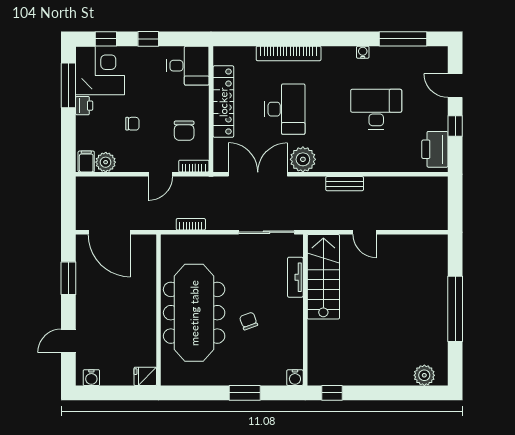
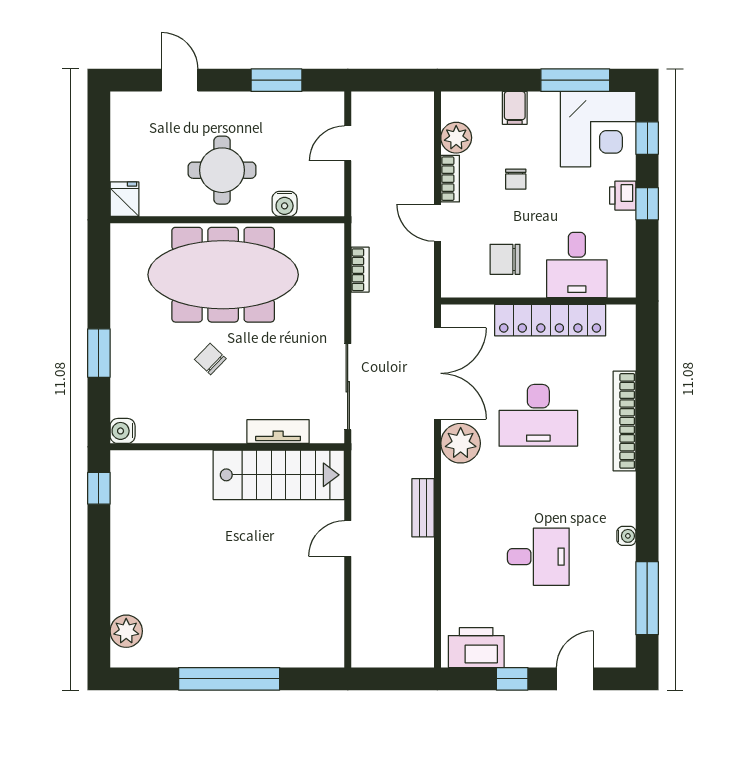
desk: (188, 66) -> (577, 265), moved
printer: (84, 106) -> (623, 196), moved, turned 90
desk: (376, 109) -> (538, 557), width x0.73
filing cabinet: (86, 161) -> (515, 108), moved, turned 90
bookcase: (194, 166) -> (450, 179), moved
door: (109, 232) -> (348, 143), width x0.53
round table: (127, 313) -> (222, 170), added
chair: (249, 321) -> (210, 359), turned -116
water cooler: (91, 378) -> (285, 204), moved, turned -90

